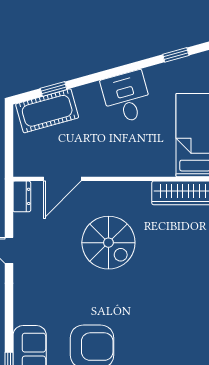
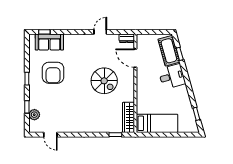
desk: (127, 97) -> (172, 76), moved
spiral stairs: (108, 243) -> (104, 81), turned -90

